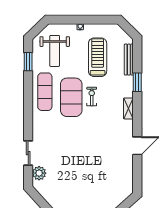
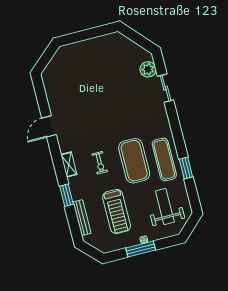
window: (85, 20) -> (141, 249), added
window: (28, 62) -> (186, 168), moved
exercise bike: (92, 96) -> (100, 163), moved

